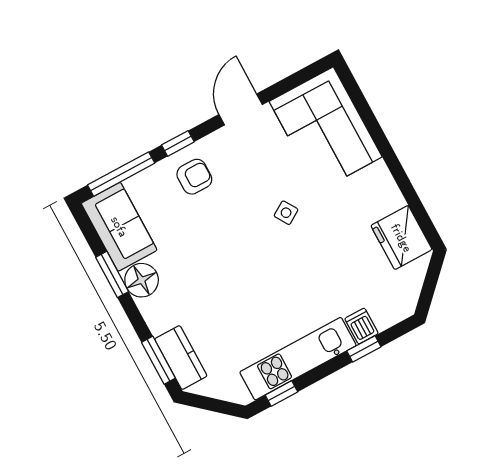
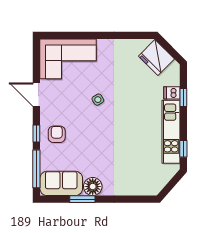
fridge: (401, 238) -> (156, 57), moved, turned 45
kitchen counter: (181, 358) -> (140, 188), removed
window: (158, 360) -> (136, 199), removed

